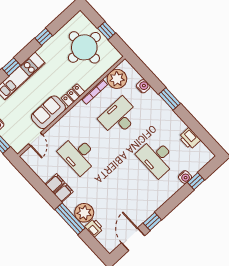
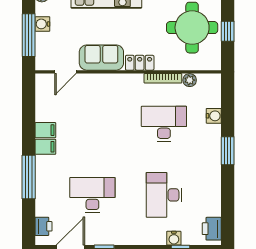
plant: (117, 79) -> (190, 80), width x0.53, depth x0.53
printer: (190, 139) -> (212, 229), moved
desk: (78, 155) -> (92, 195), moved, turned 90
plant: (84, 213) -> (47, 184), removed
printer: (94, 228) -> (44, 226), moved

